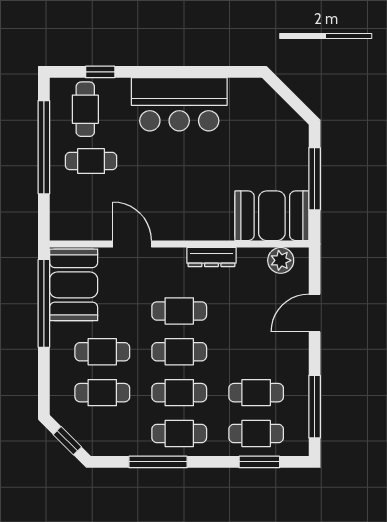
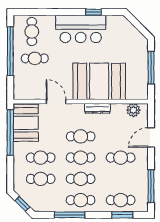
window: (100, 72) -> (93, 12), moved
booth: (272, 216) -> (99, 81), moved, width x1.36, depth x1.42
cafe table: (256, 393) -> (121, 158), moved

